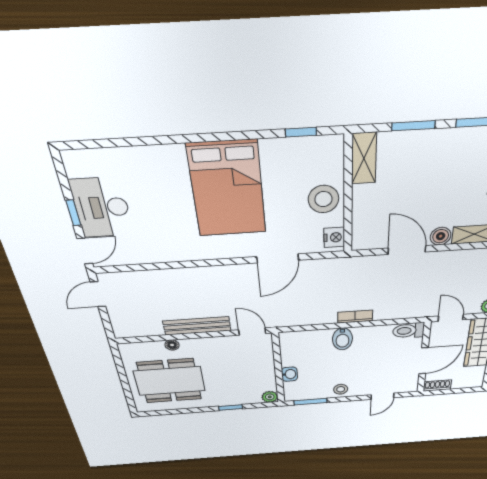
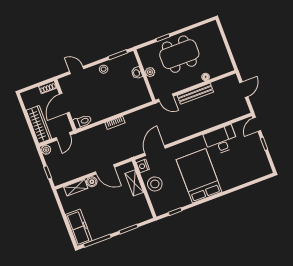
shelving: (364, 158) -> (134, 183), moved
desk: (102, 208) -> (221, 140), moved, turned -90
door: (278, 258) -> (155, 151), moved
door: (98, 294) -> (244, 90), moved
door: (451, 318) -> (63, 136), hinge flipped
bidet: (342, 339) -> (116, 106), removed
dining table: (170, 381) -> (179, 54), moved
door: (382, 396) -> (77, 70), hinge flipped
plant: (270, 397) -> (150, 72), moved

